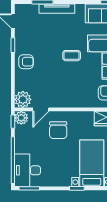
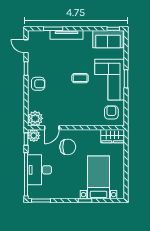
chair: (58, 130) -> (68, 147), turned -90
desk: (27, 170) -> (39, 170), moved

